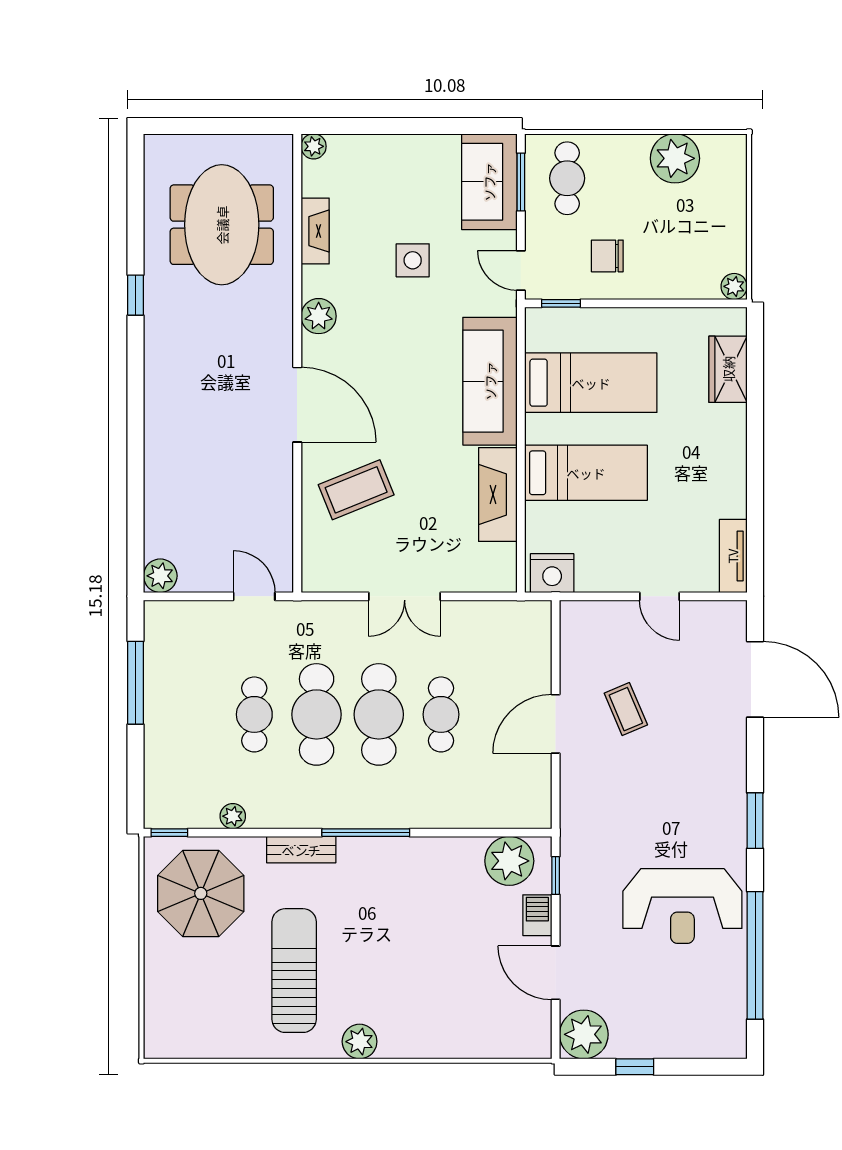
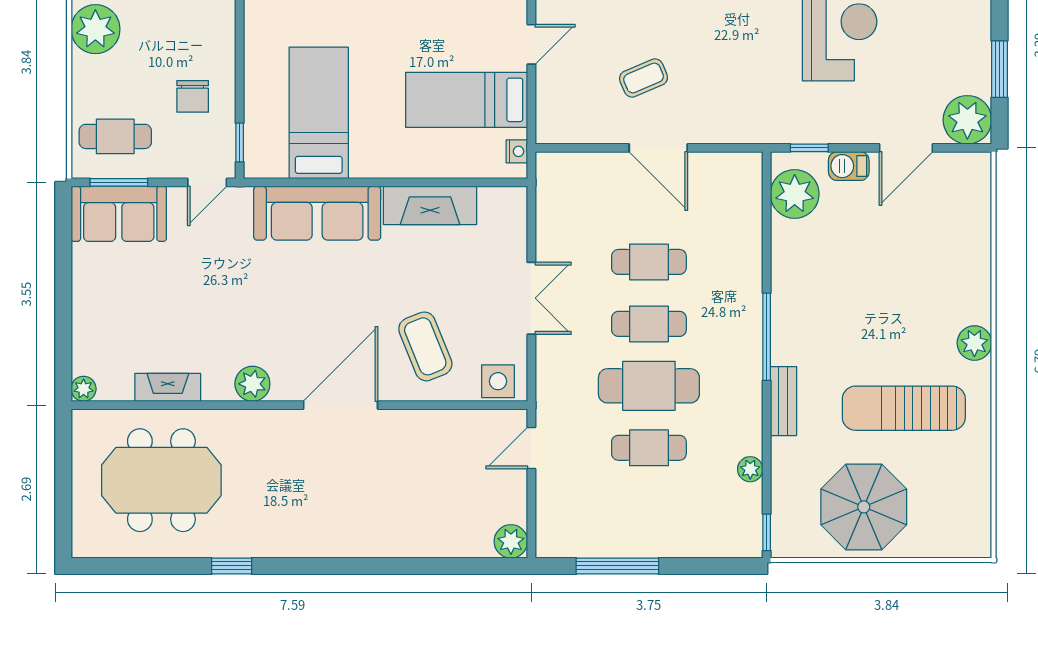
side table: (413, 260) -> (498, 381), moved
bed: (586, 473) -> (467, 100), moved, turned -90
nightstand: (552, 573) -> (517, 151), width x0.53, depth x0.56
cafe table: (379, 714) -> (649, 324), width x0.73, depth x0.74
parasol: (201, 893) -> (864, 507), moved
window: (635, 1067) -> (1000, 69), width x1.50

